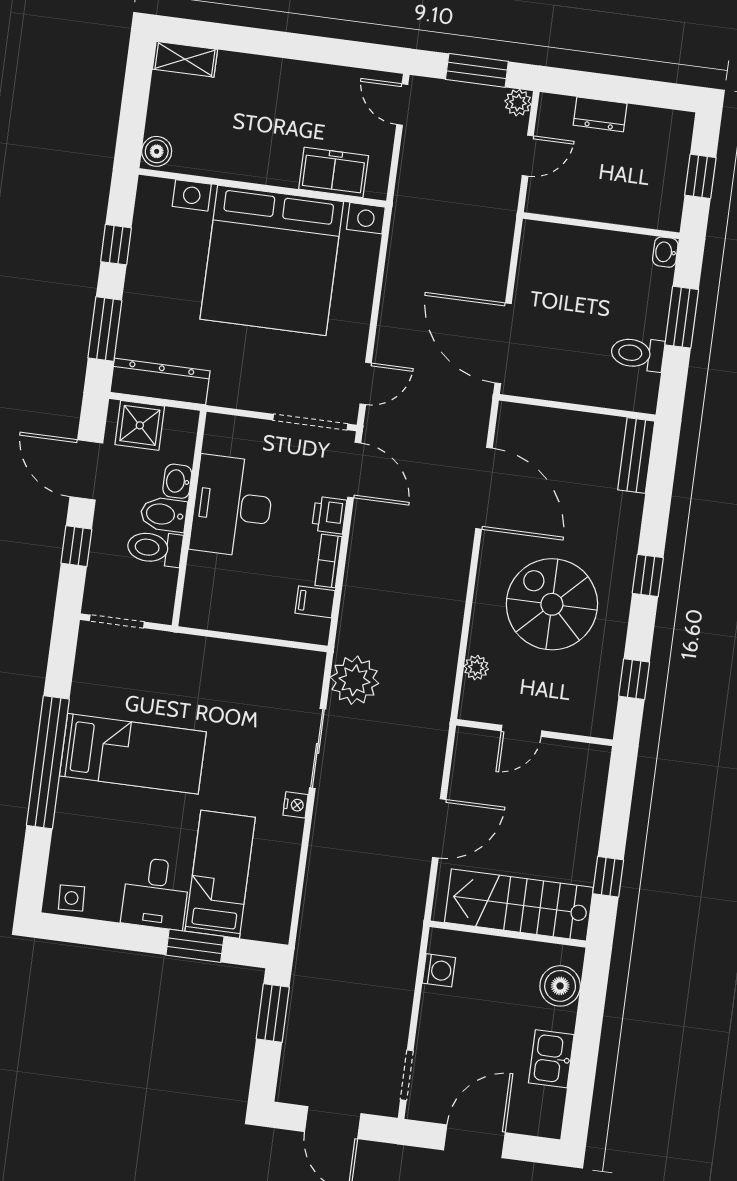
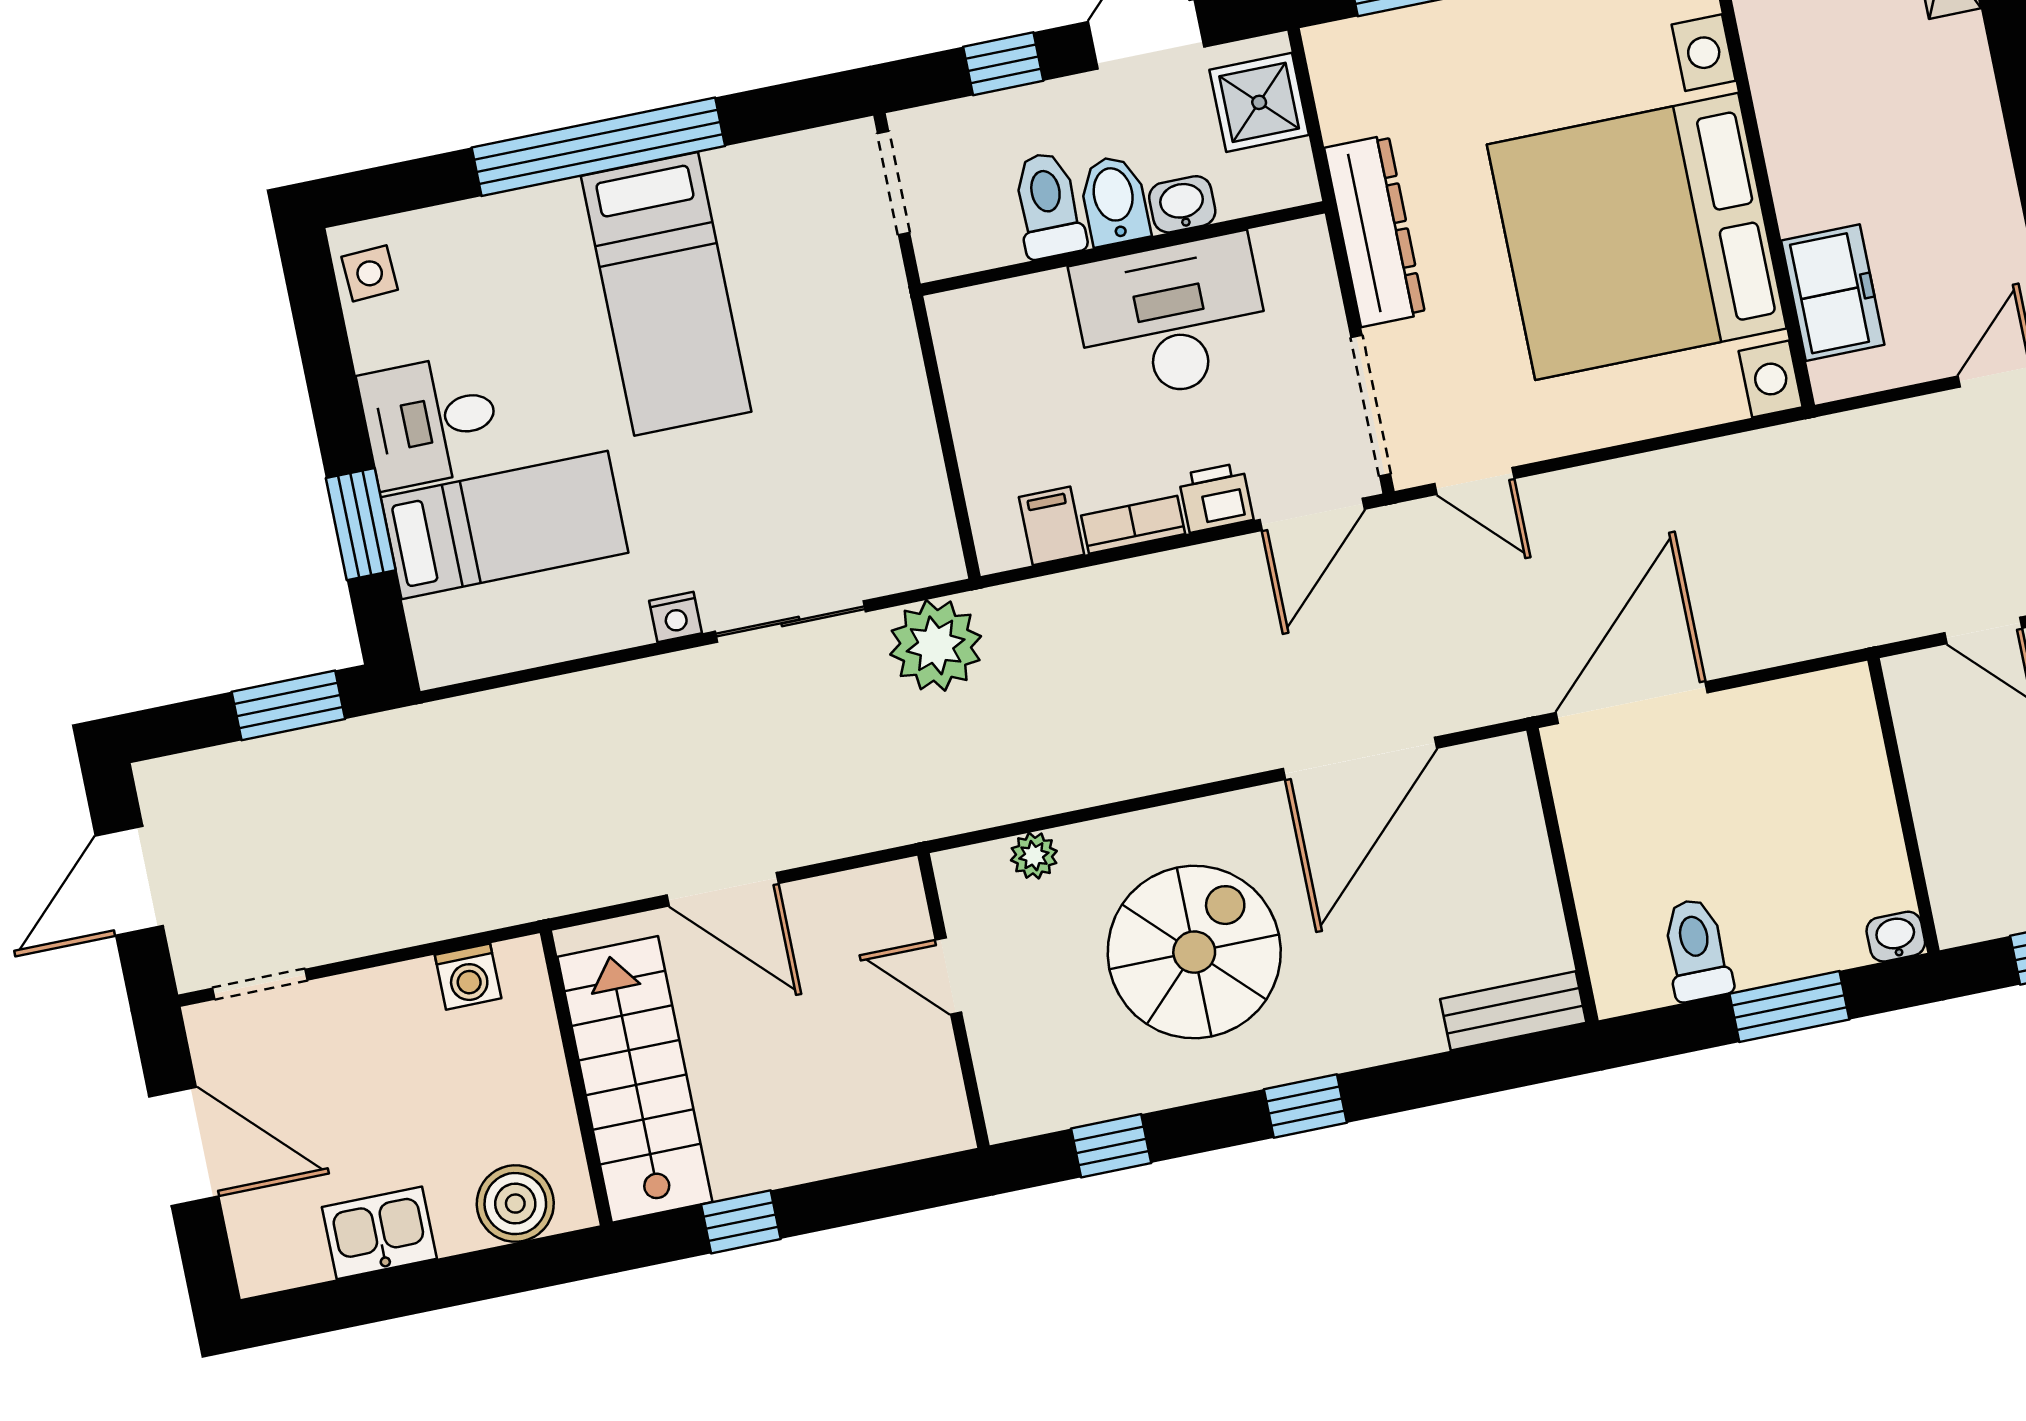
dresser: (160, 382) -> (1375, 231), moved

